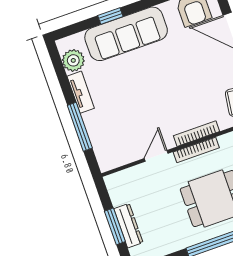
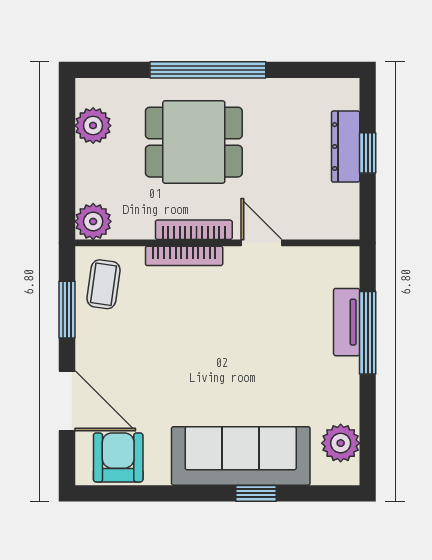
tv unit: (81, 92) -> (347, 322), moved
door: (156, 156) -> (261, 243), swing flipped
window: (115, 226) -> (368, 153), width x0.67

